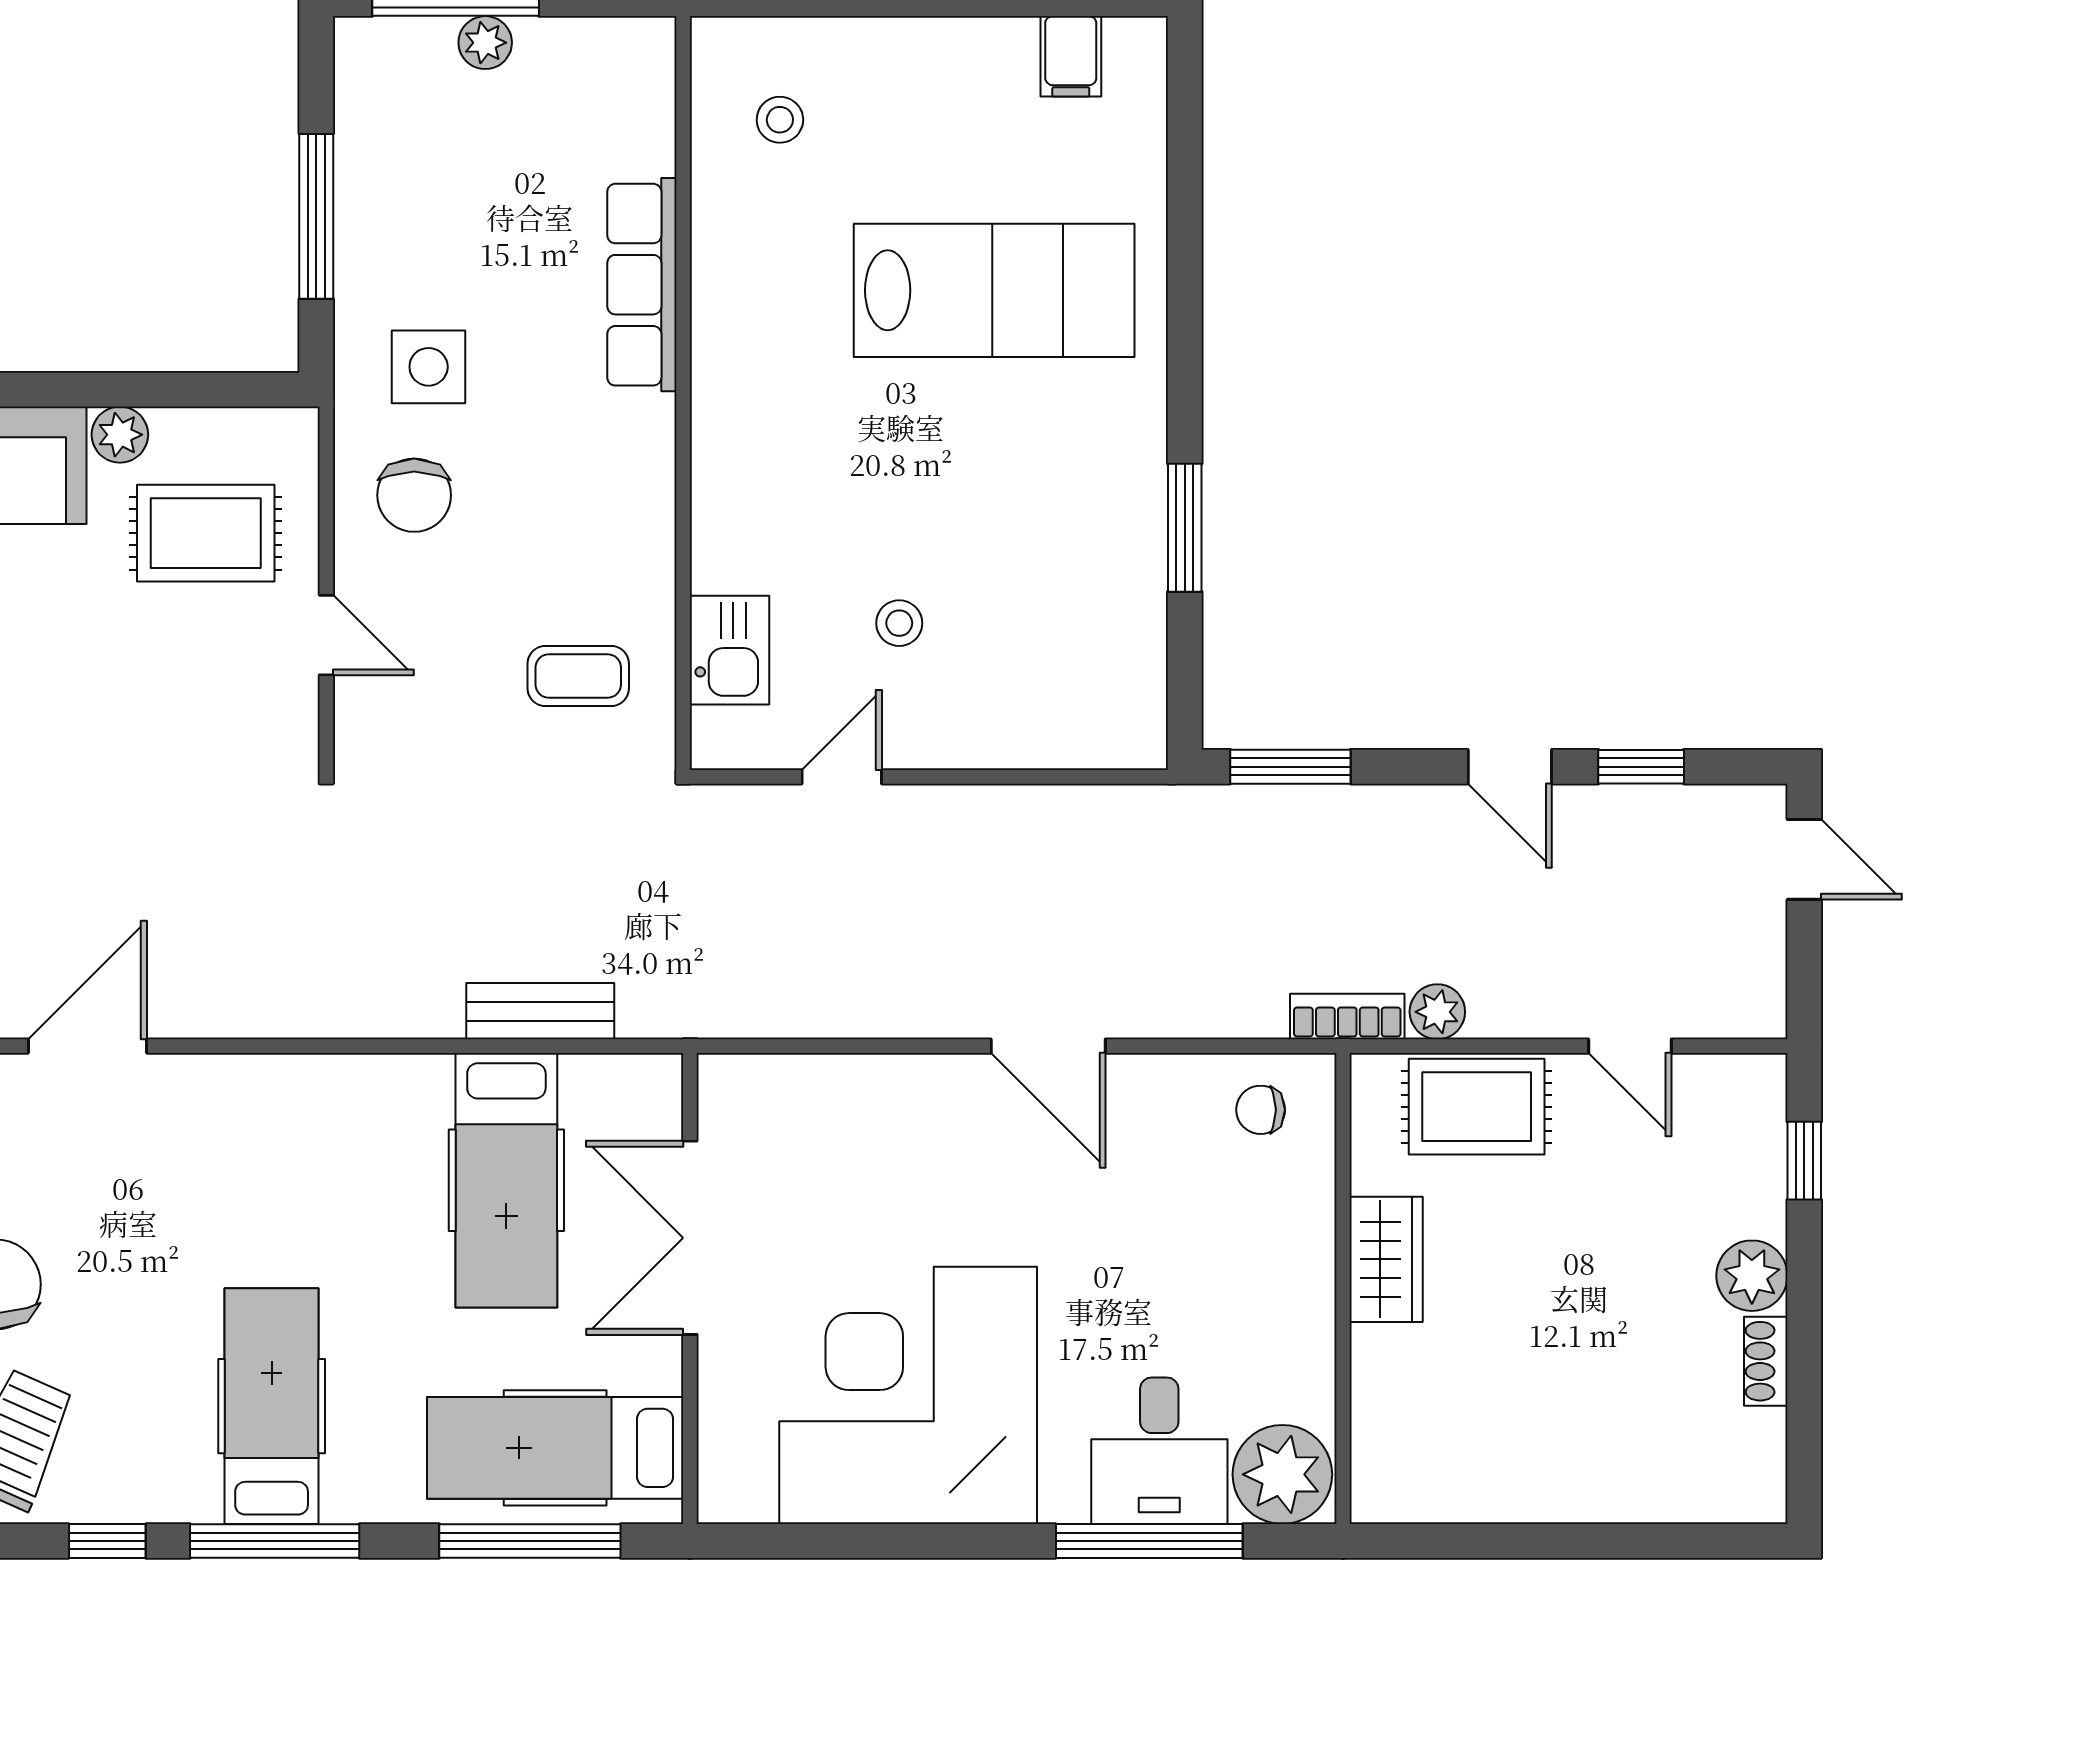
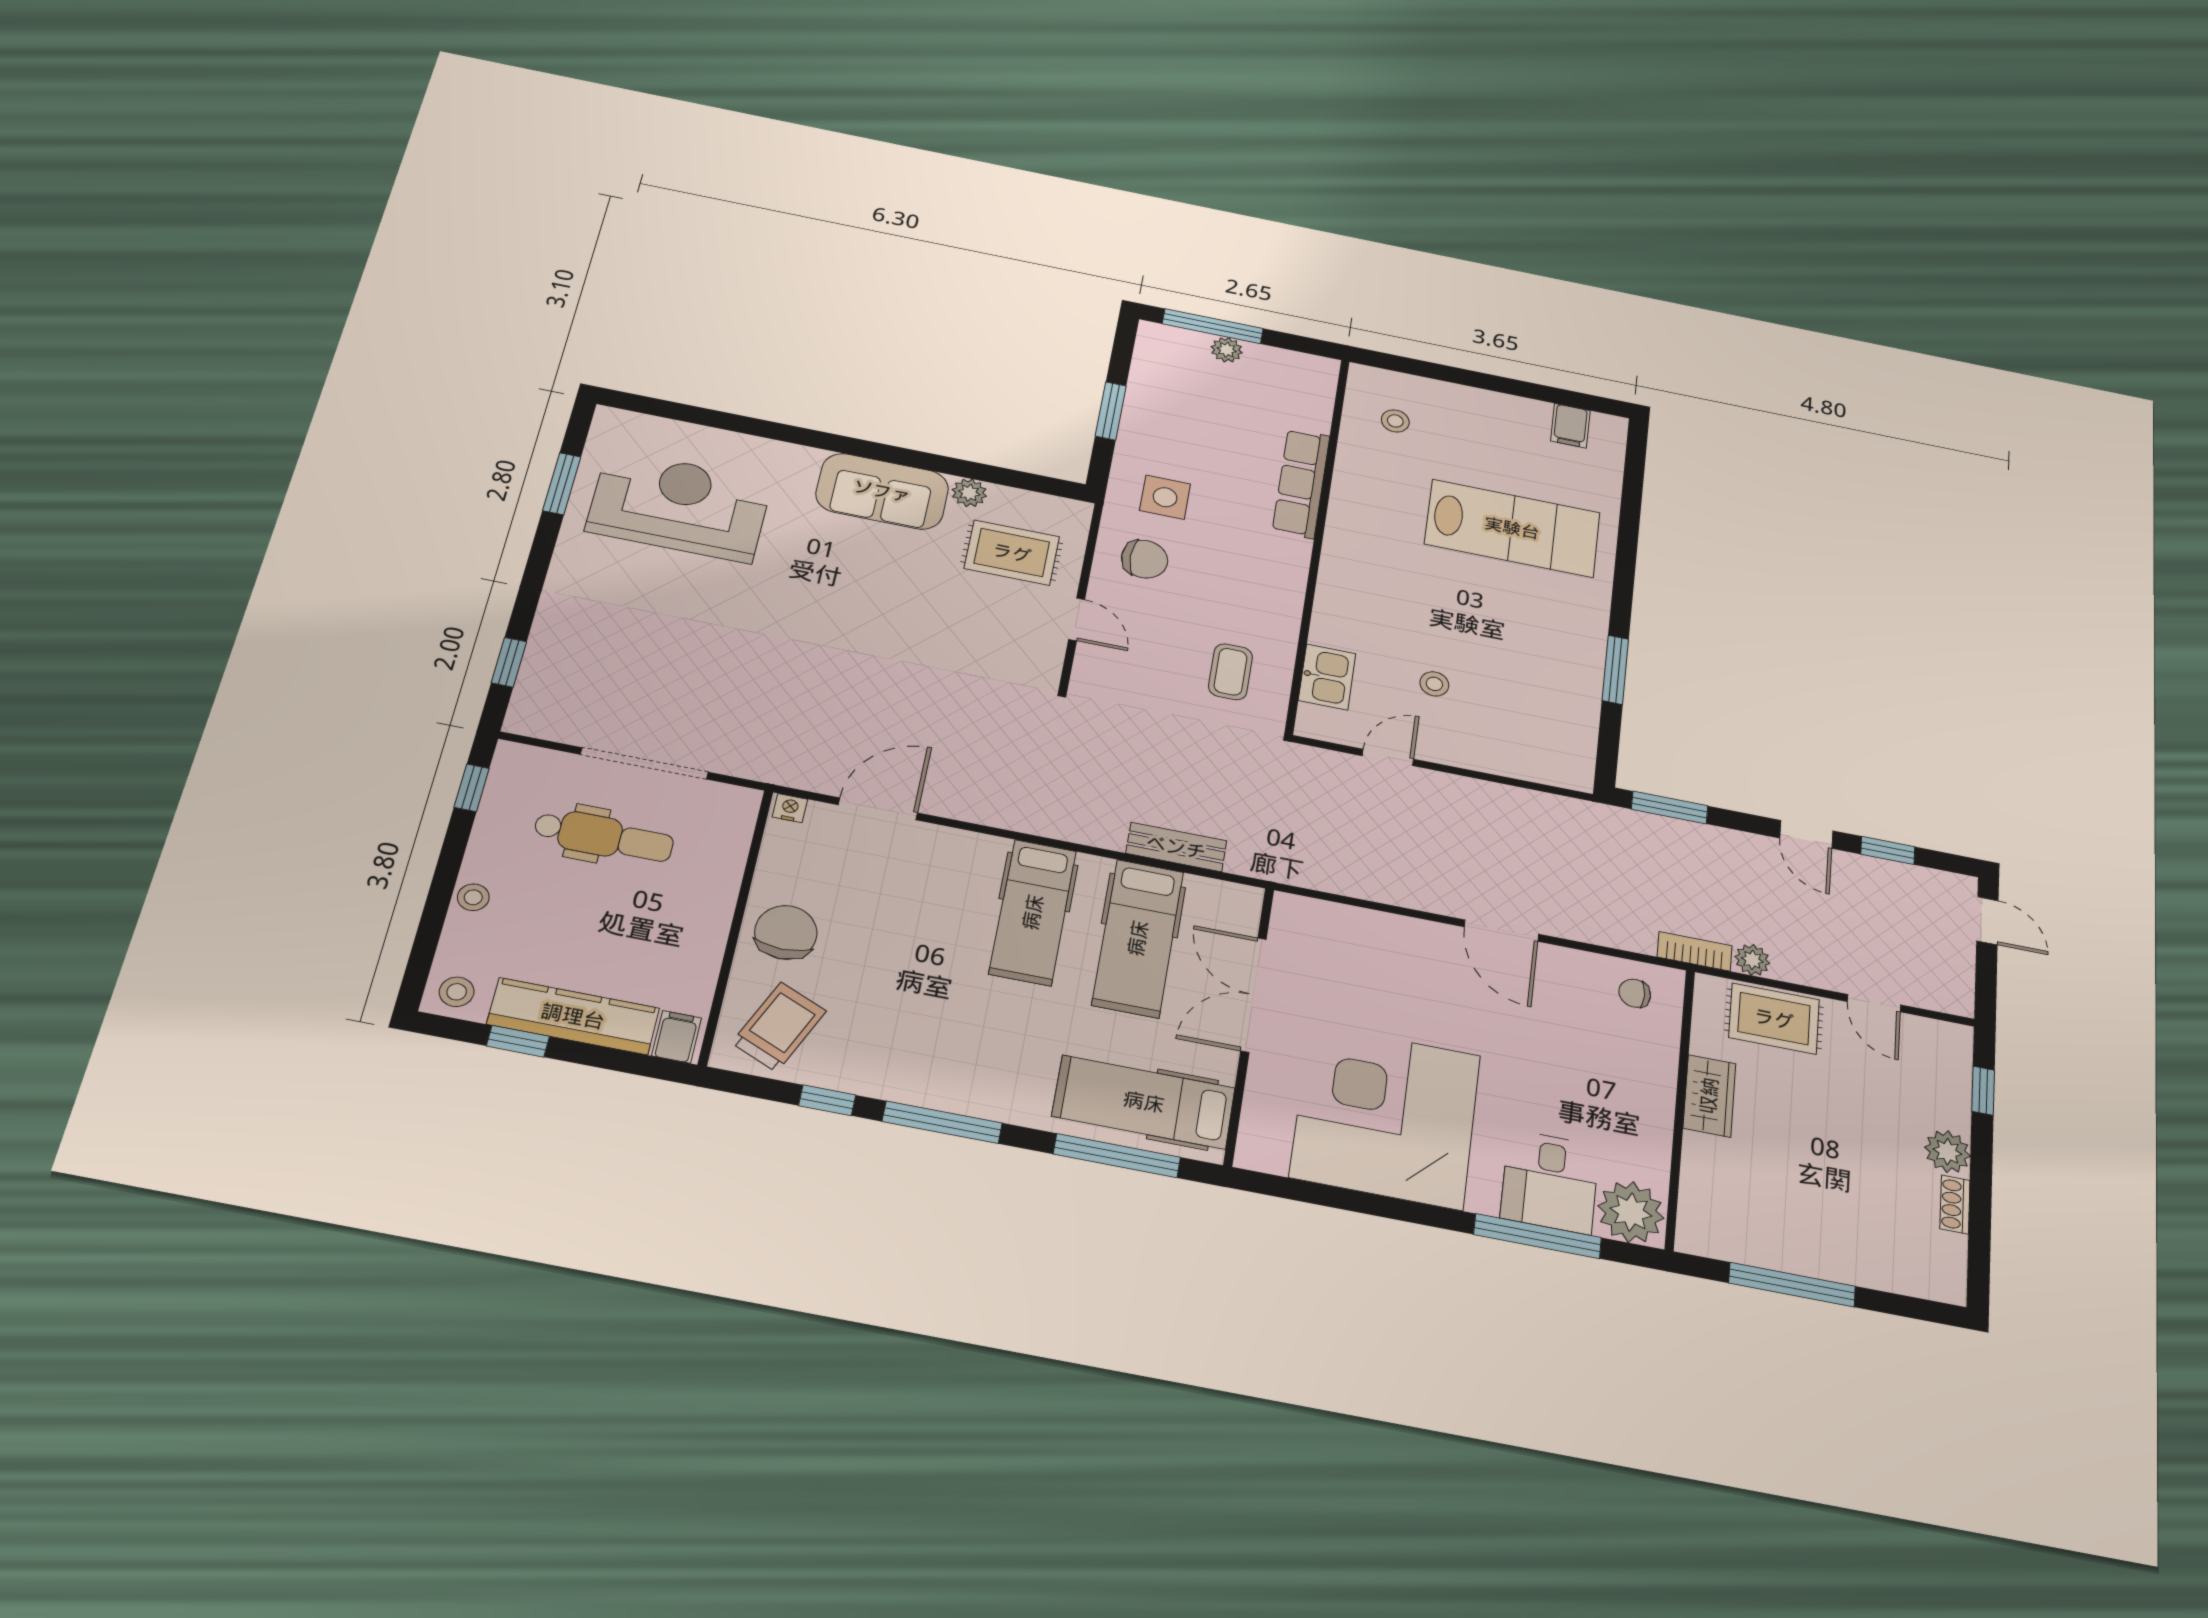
window: (316, 216) -> (1111, 411), width x0.69
chair: (414, 495) -> (1145, 559), turned -90
coffee table: (578, 676) -> (1230, 672), turned 90
hospital bed: (272, 1406) -> (1033, 912), moved, turned 180
window: (1527, 1541) -> (1792, 1285), added

